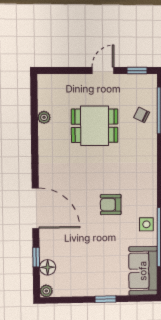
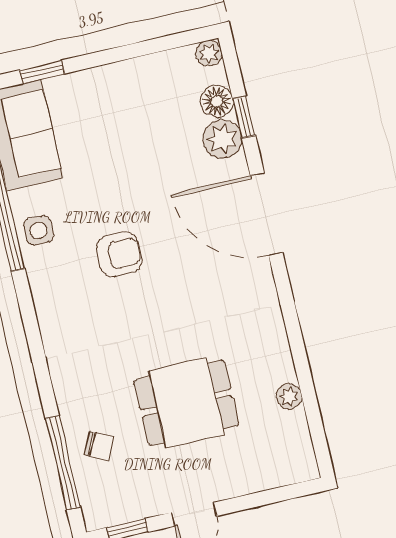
plant: (49, 249) -> (222, 139), added
window: (106, 299) -> (42, 72), moved

